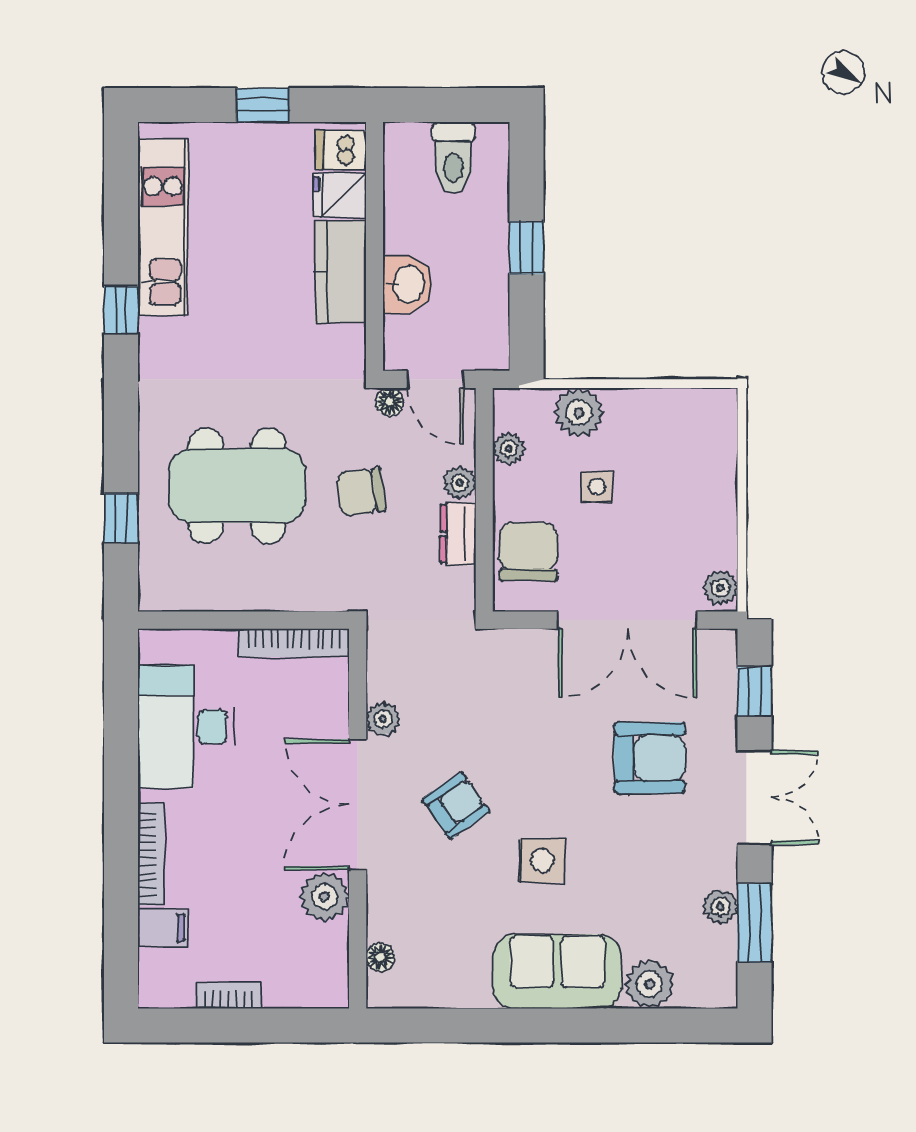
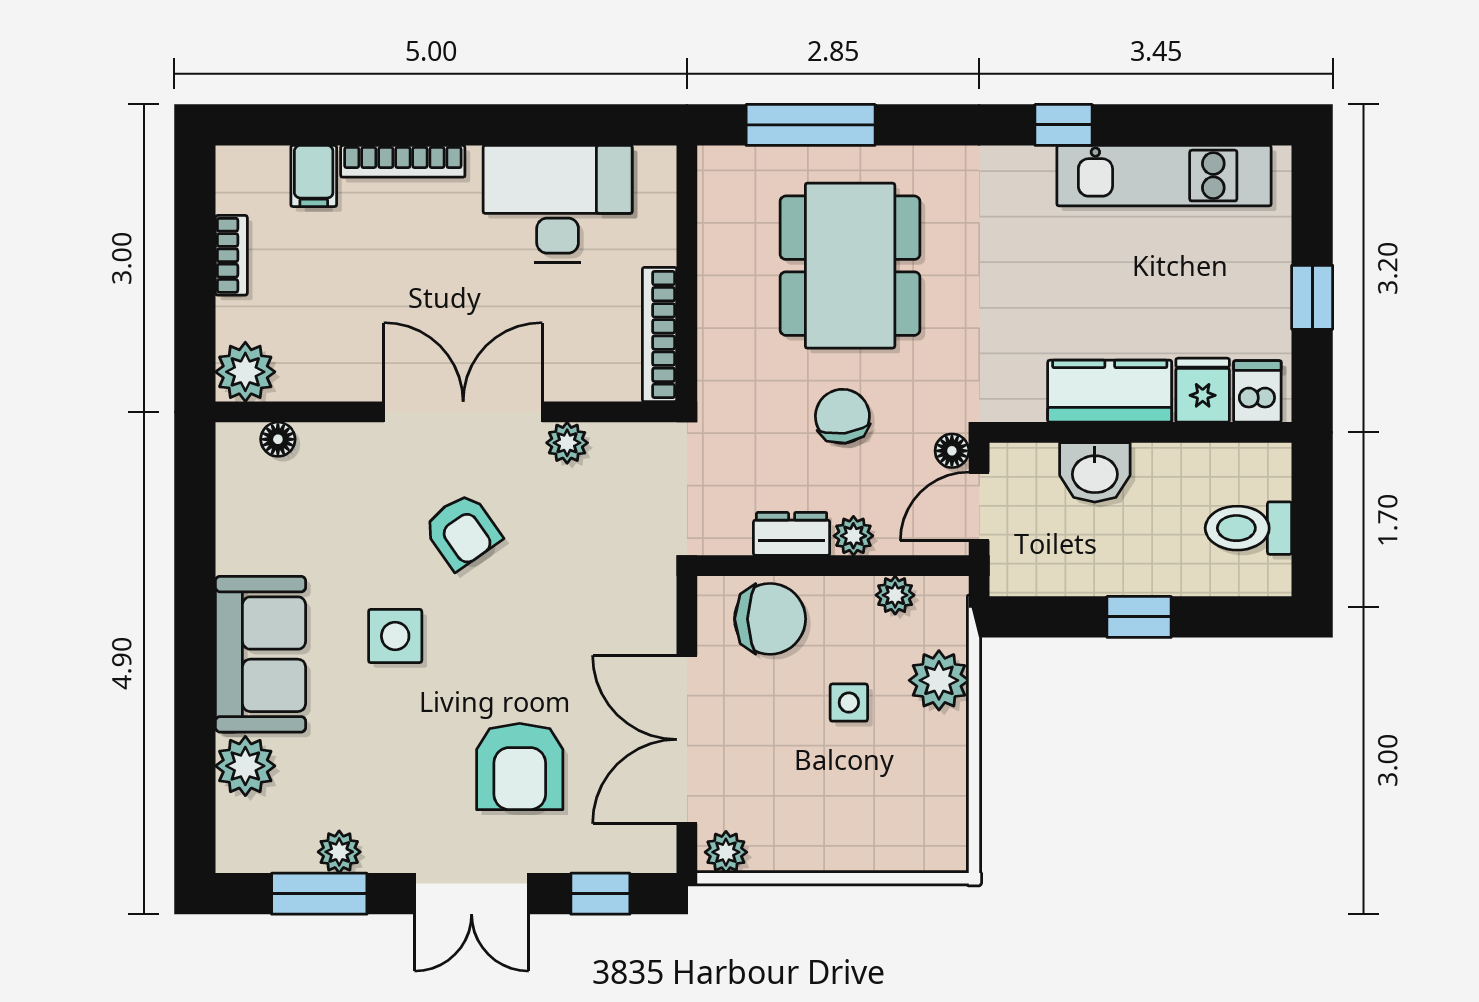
window: (121, 518) -> (811, 125), width x2.17
plant: (325, 897) -> (245, 372), moved

